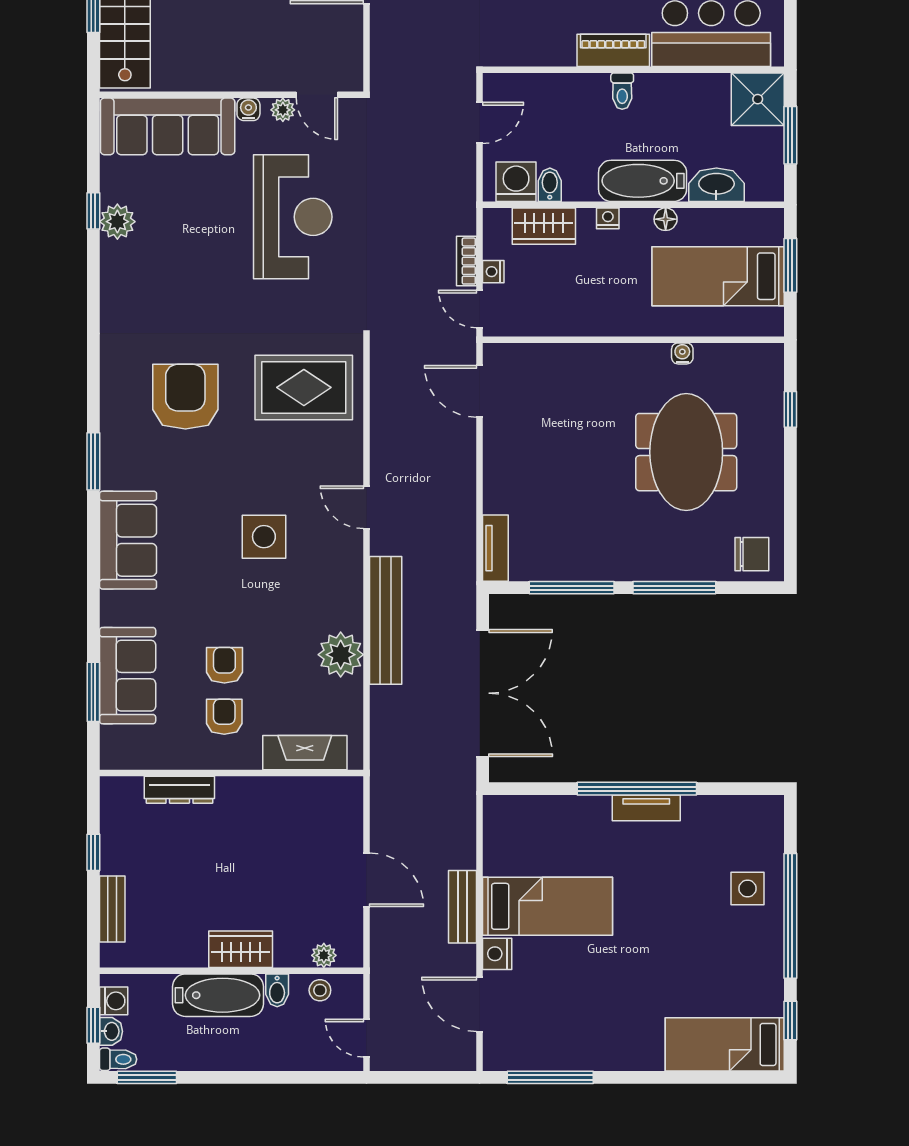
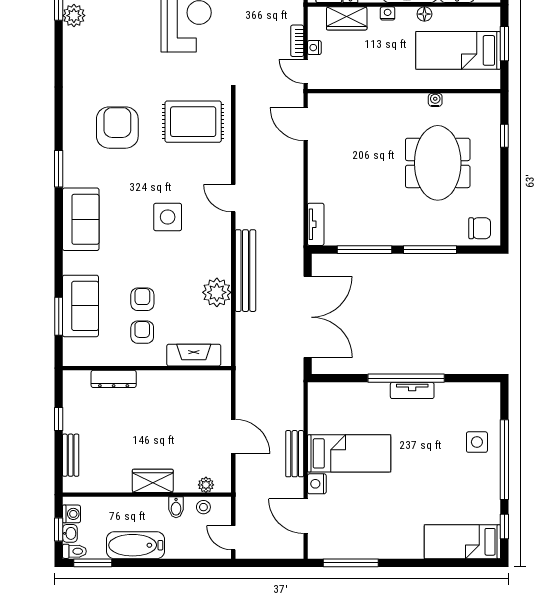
bathtub: (218, 995) -> (135, 545), moved, turned 180

